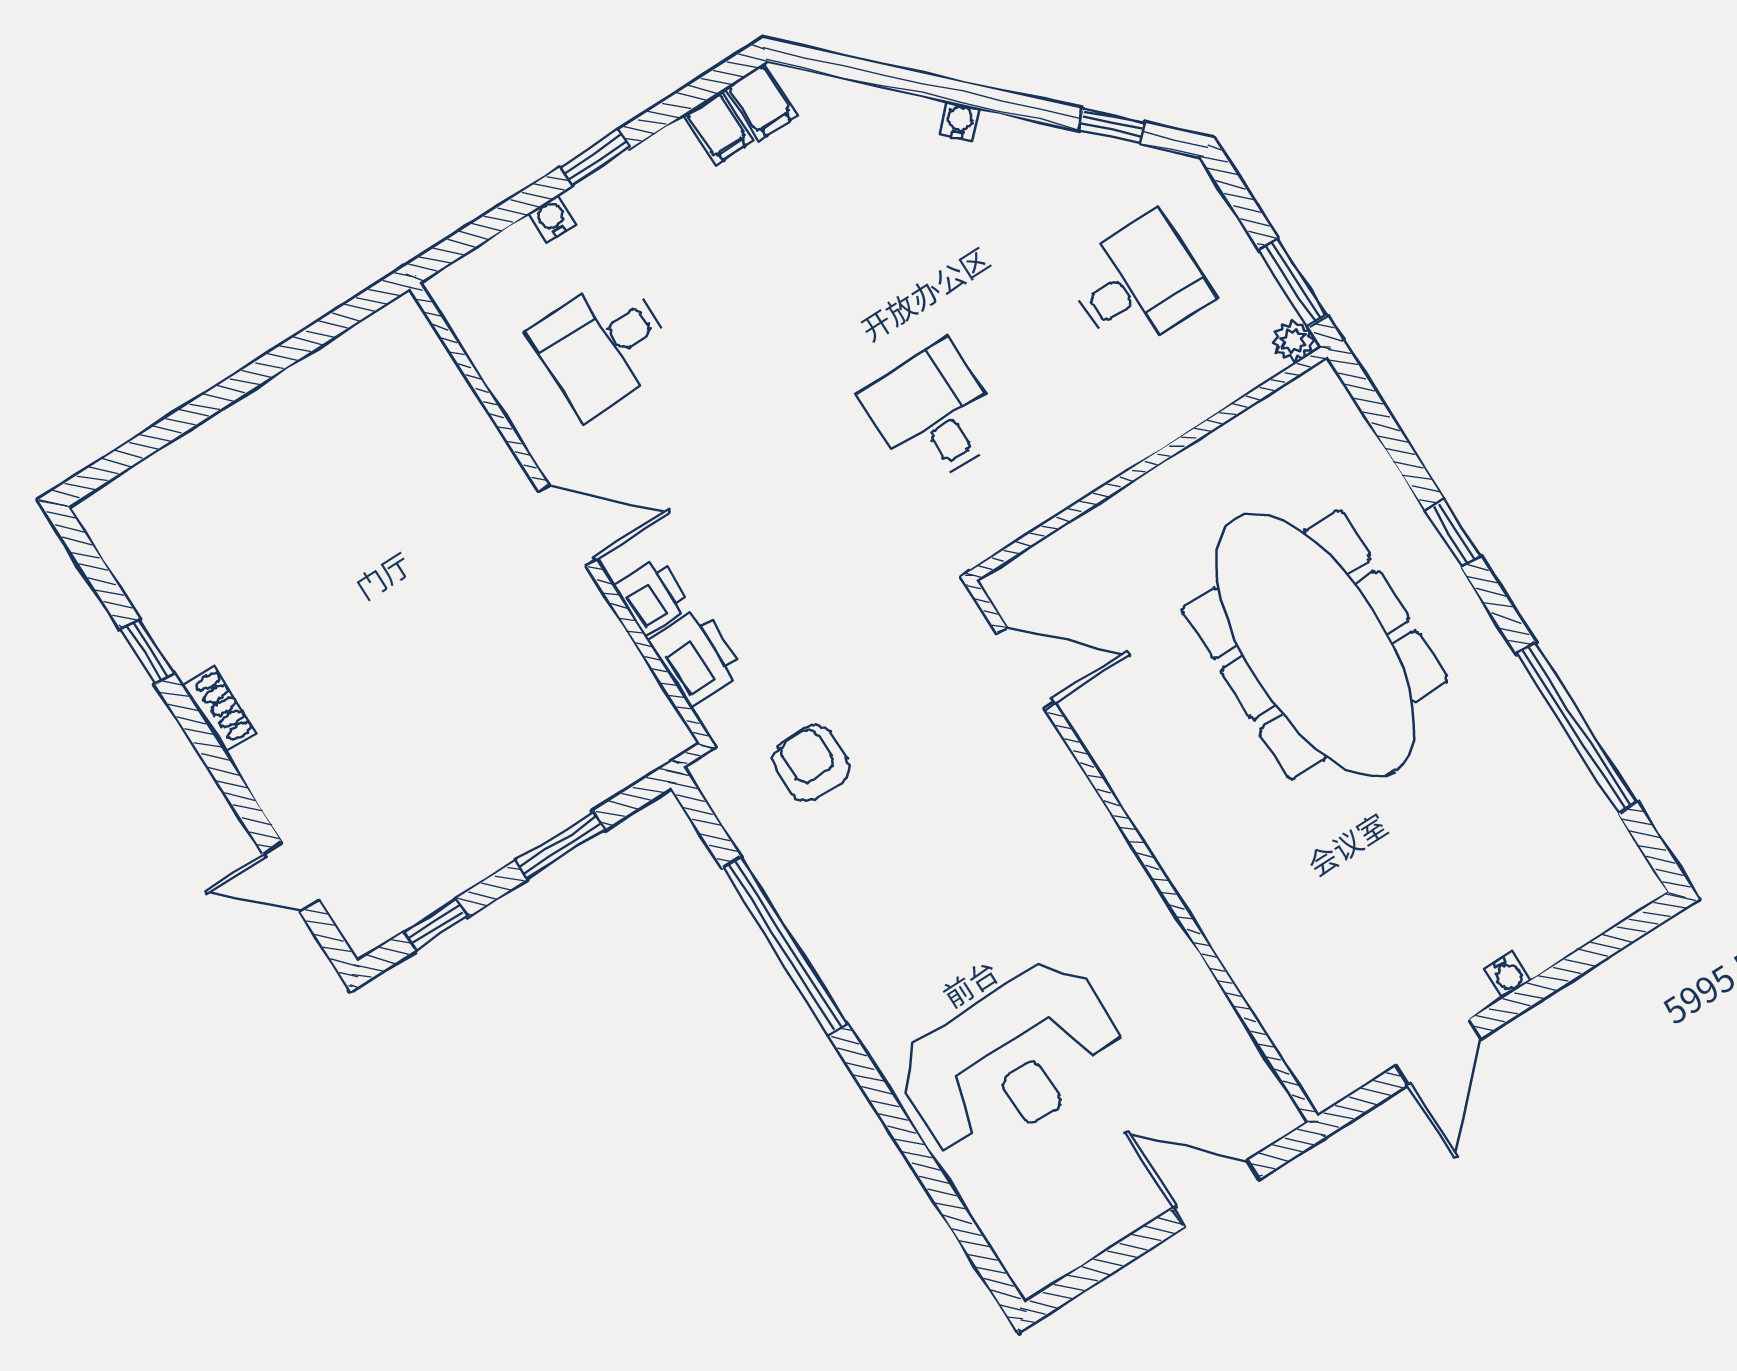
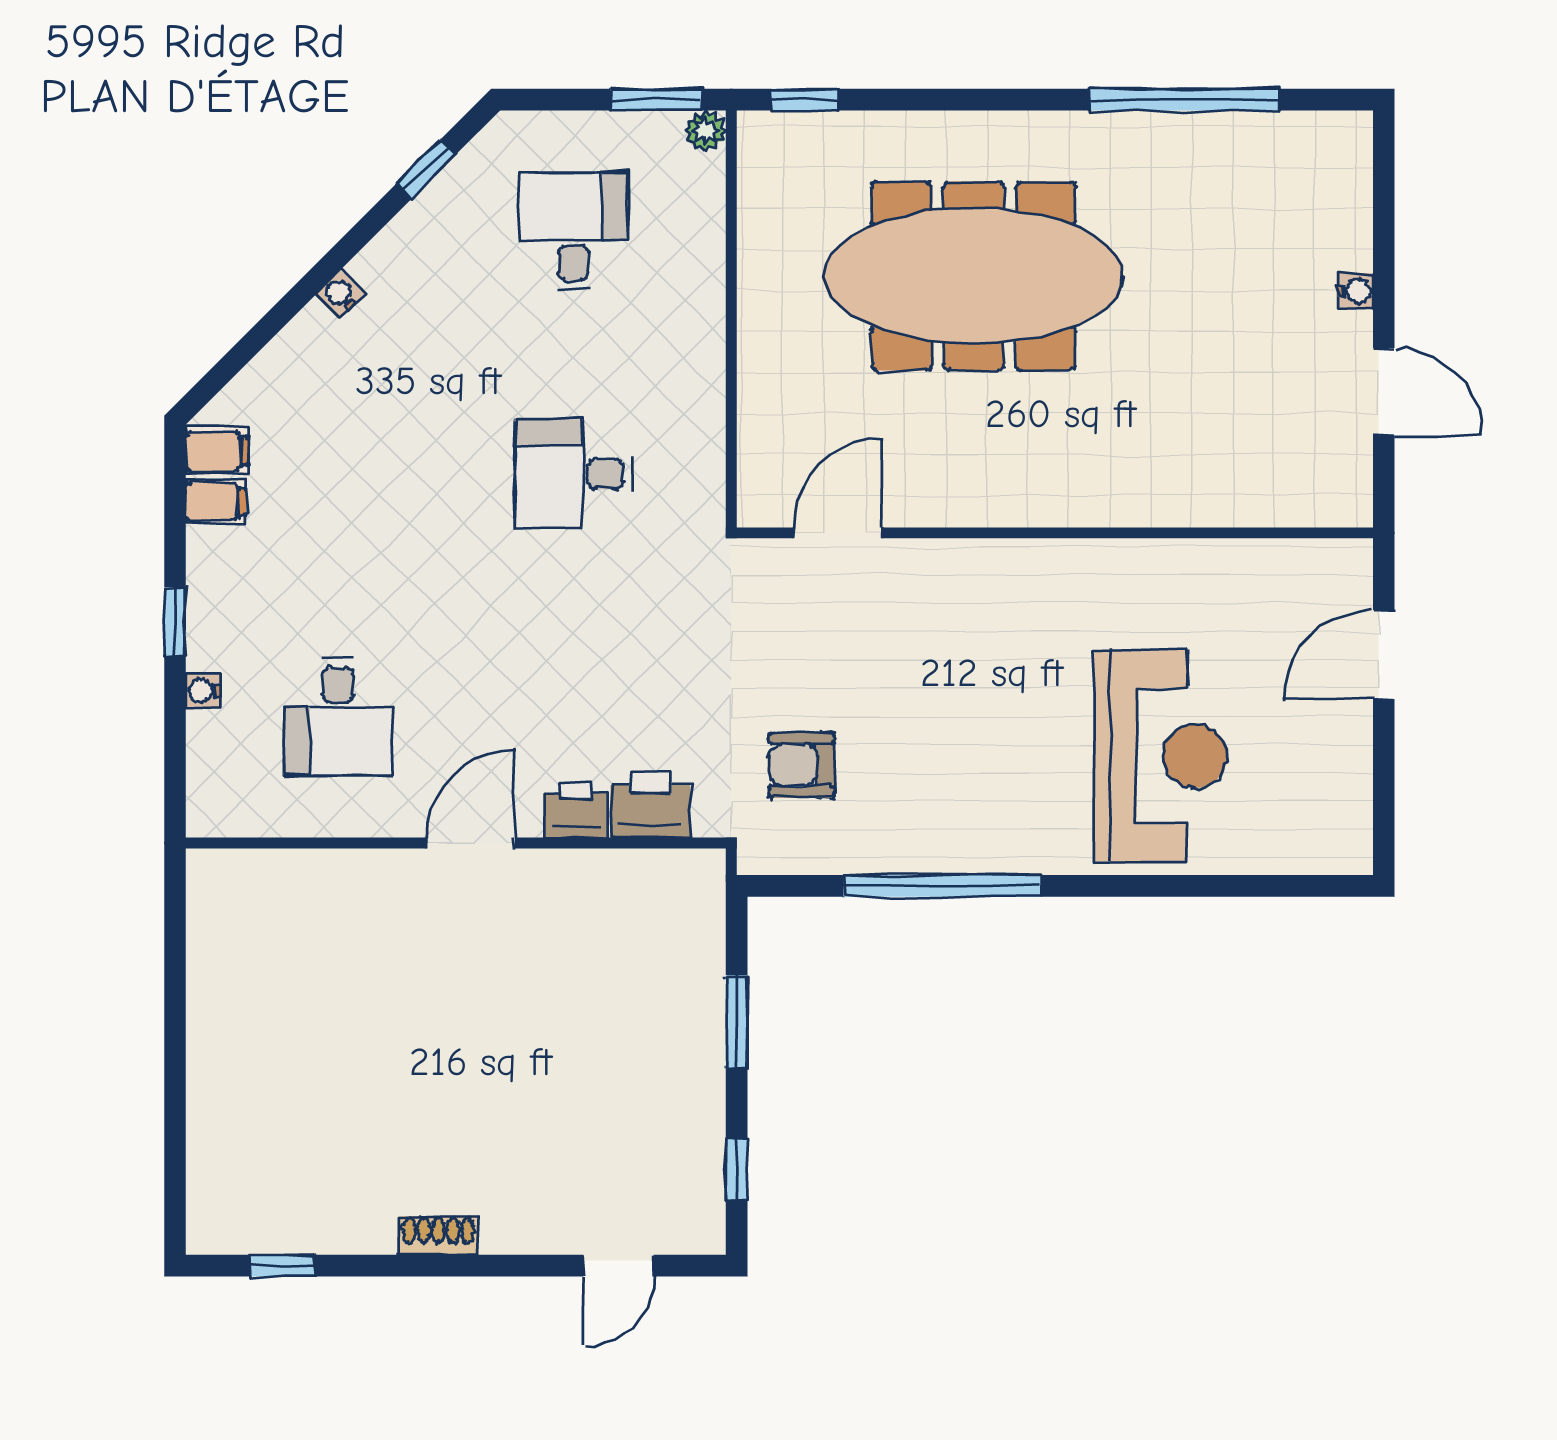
window: (1453, 533) -> (805, 100), moved
window: (148, 652) -> (282, 1266), moved

